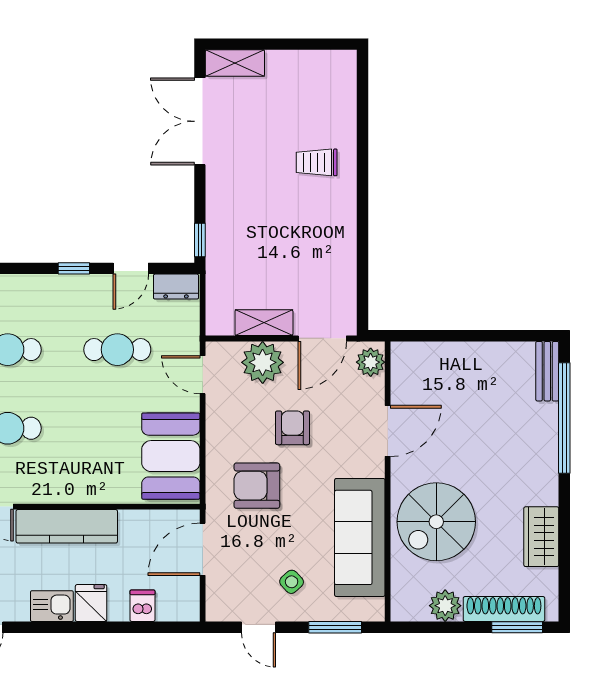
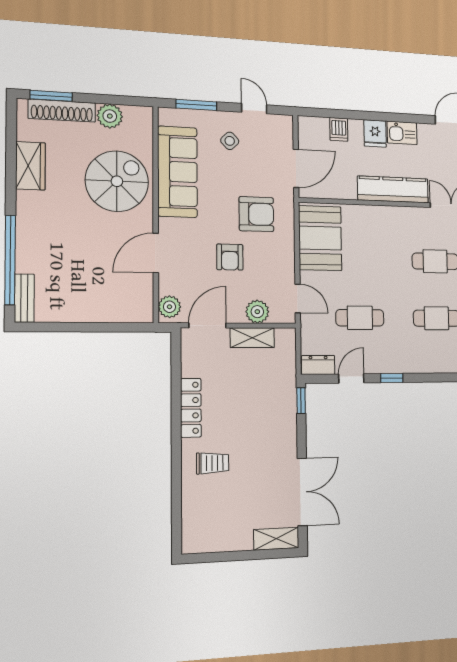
locker: (344, 233) -> (191, 408), added
plant: (263, 362) -> (257, 312), width x0.73, depth x0.73

